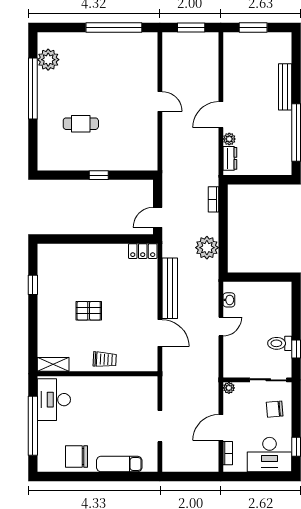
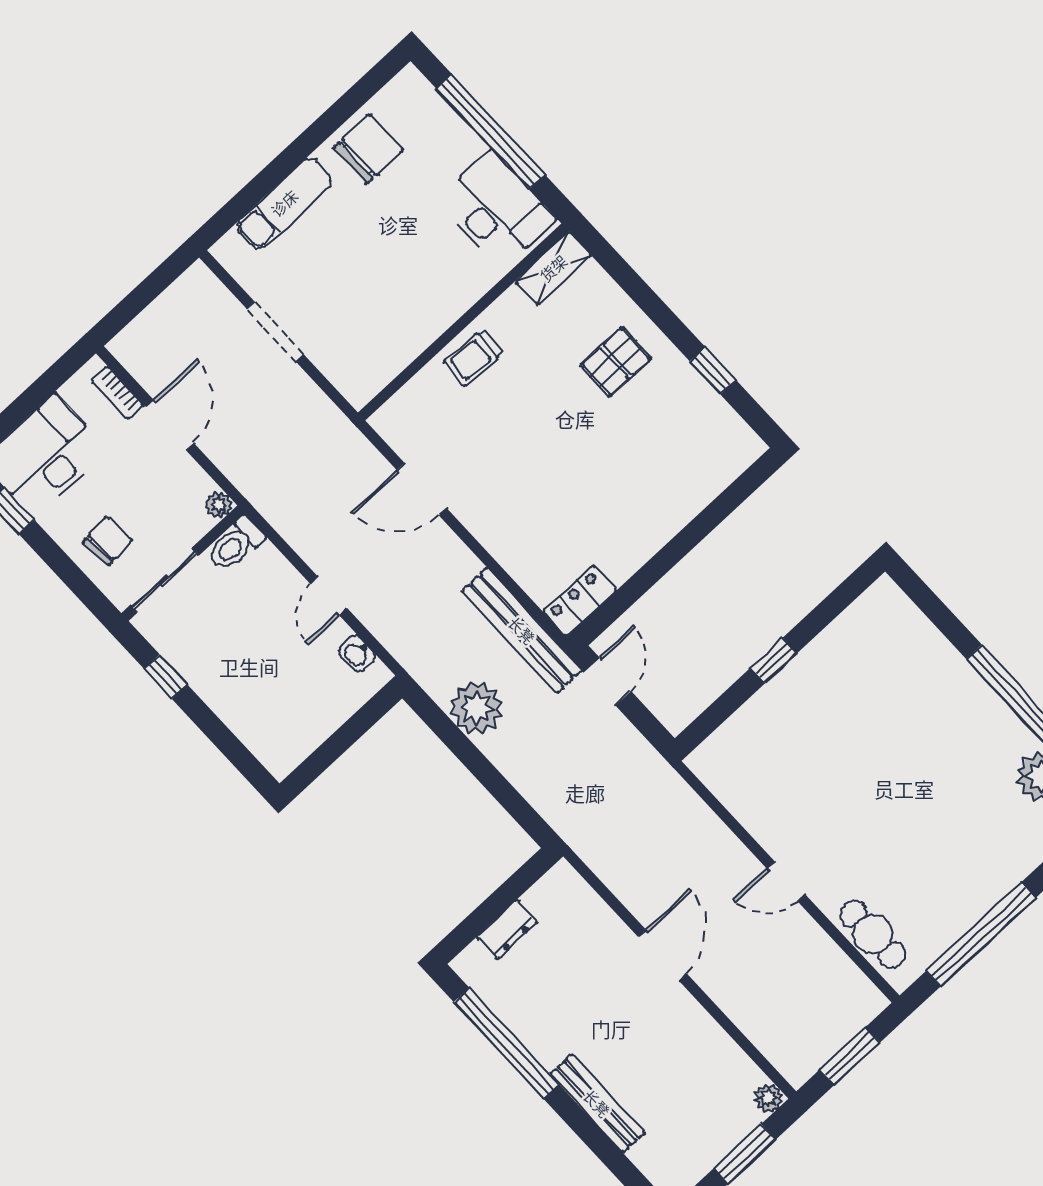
cafe table: (81, 124) -> (873, 934), moved, turned 90
plant: (229, 139) -> (768, 1098), moved
dresser: (230, 158) -> (507, 929), moved, turned -90
bookcase: (213, 199) -> (541, 800), removed
bench: (170, 288) -> (522, 630), moved
pallet: (89, 311) -> (616, 362), moved
toilet: (280, 343) -> (236, 544), moved, turned 180

